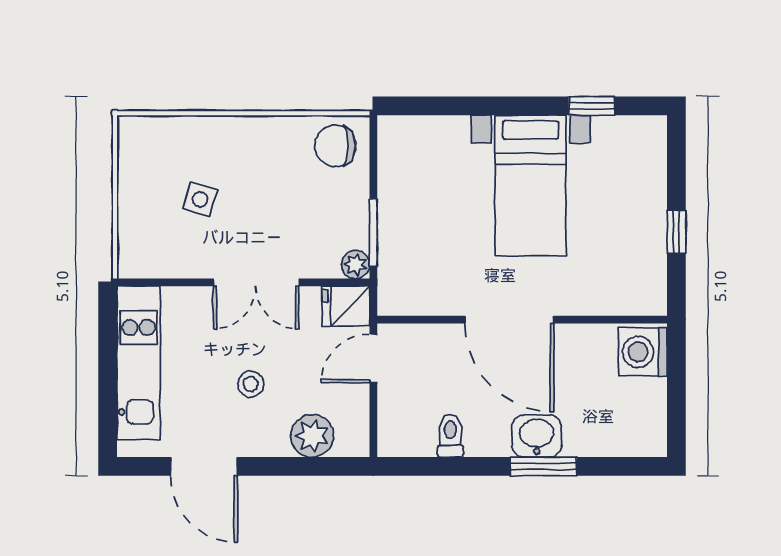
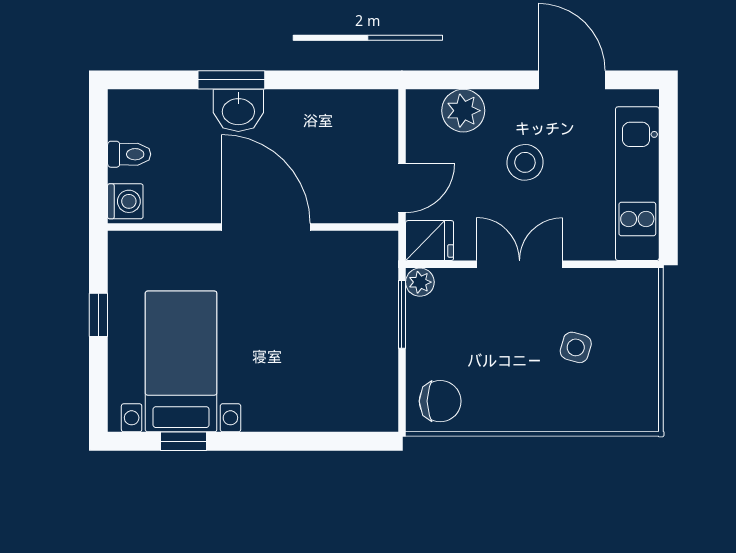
bed with nightstands: (531, 185) -> (181, 361), moved
washing machine: (643, 352) -> (125, 201), width x0.73, depth x0.73
stool: (251, 384) -> (525, 162), width x1.37, depth x1.37
toilet: (450, 436) -> (129, 154), moved, turned -90

